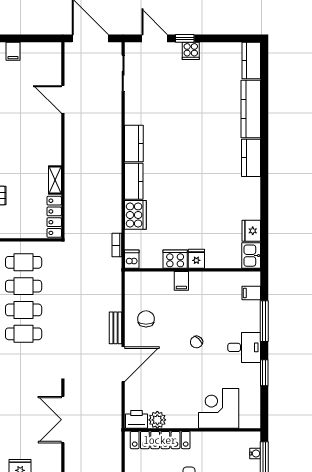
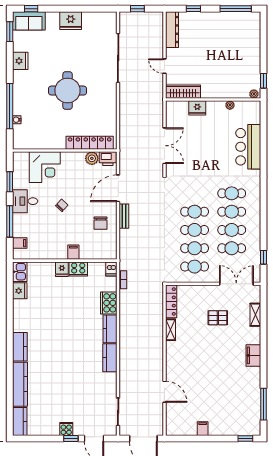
corner desk: (219, 408) -> (45, 167), moved
printer: (137, 419) -> (108, 159), moved
plant: (157, 420) -> (92, 158), moved
wall: (193, 430) -> (65, 151), moved
locker: (160, 440) -> (90, 143), moved

